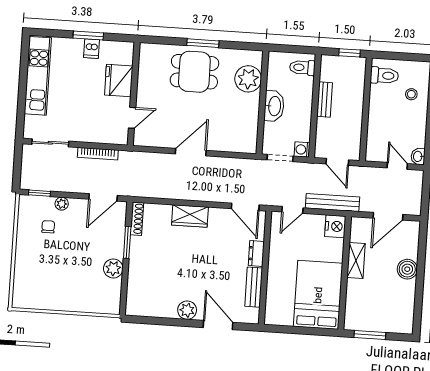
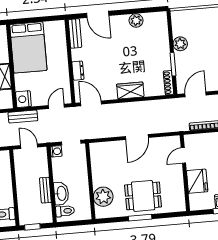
washbasin: (274, 106) -> (61, 193), moved, turned 180
bench: (332, 203) -> (23, 117), width x0.73
bench: (254, 287) -> (75, 33), moved
plant: (187, 310) -> (136, 20), moved

